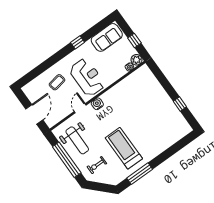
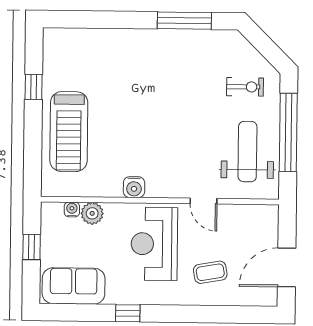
plant: (136, 60) -> (92, 213), moved
water cooler: (97, 104) -> (134, 187), moved
door: (80, 108) -> (204, 201), hinge flipped
door: (34, 114) -> (287, 267), moved
treadmill: (124, 148) -> (69, 132), moved

